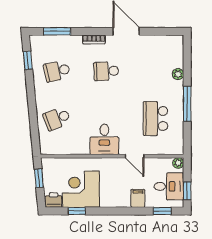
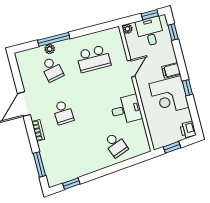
school desk: (57, 71) -> (52, 69), moved
window: (187, 104) -> (54, 39), moved
desk: (104, 139) -> (126, 110), moved
corner desk: (81, 189) -> (169, 95), moved
filing cabinet: (138, 198) -> (171, 70), moved
window: (77, 211) -> (187, 88), moved

